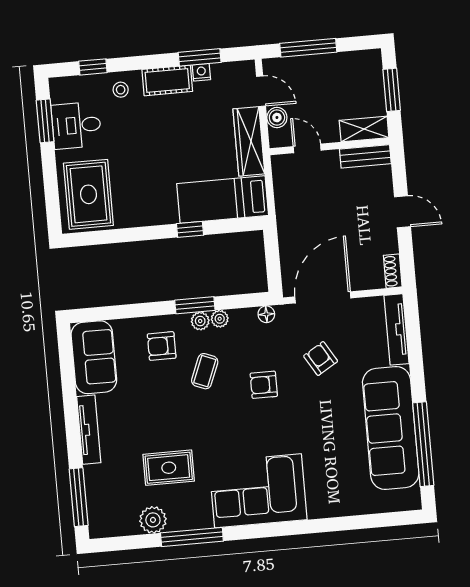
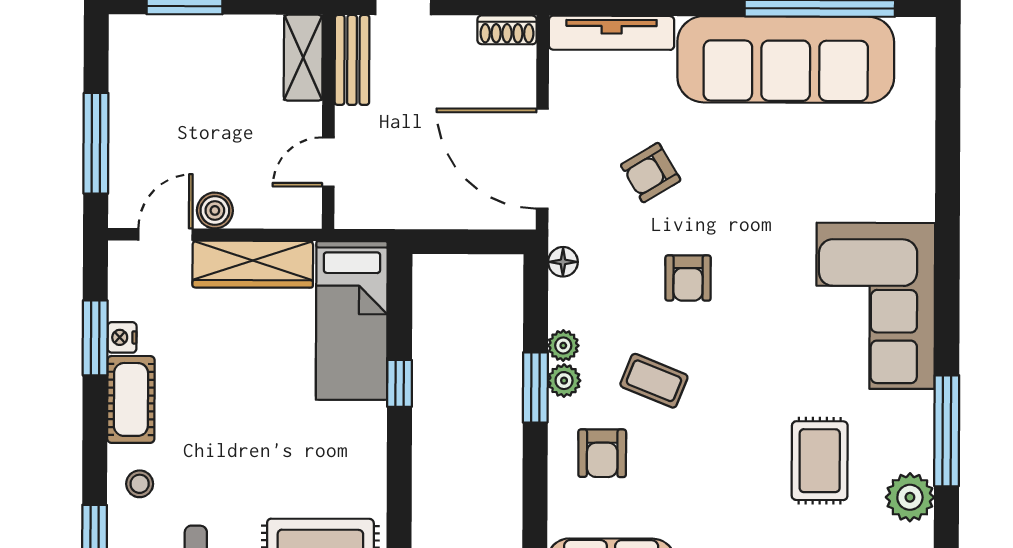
shelving: (364, 129) -> (303, 58), moved
wall: (330, 146) -> (328, 122), moved
door: (307, 148) -> (328, 162), moved
bench: (365, 156) -> (352, 60), moved

